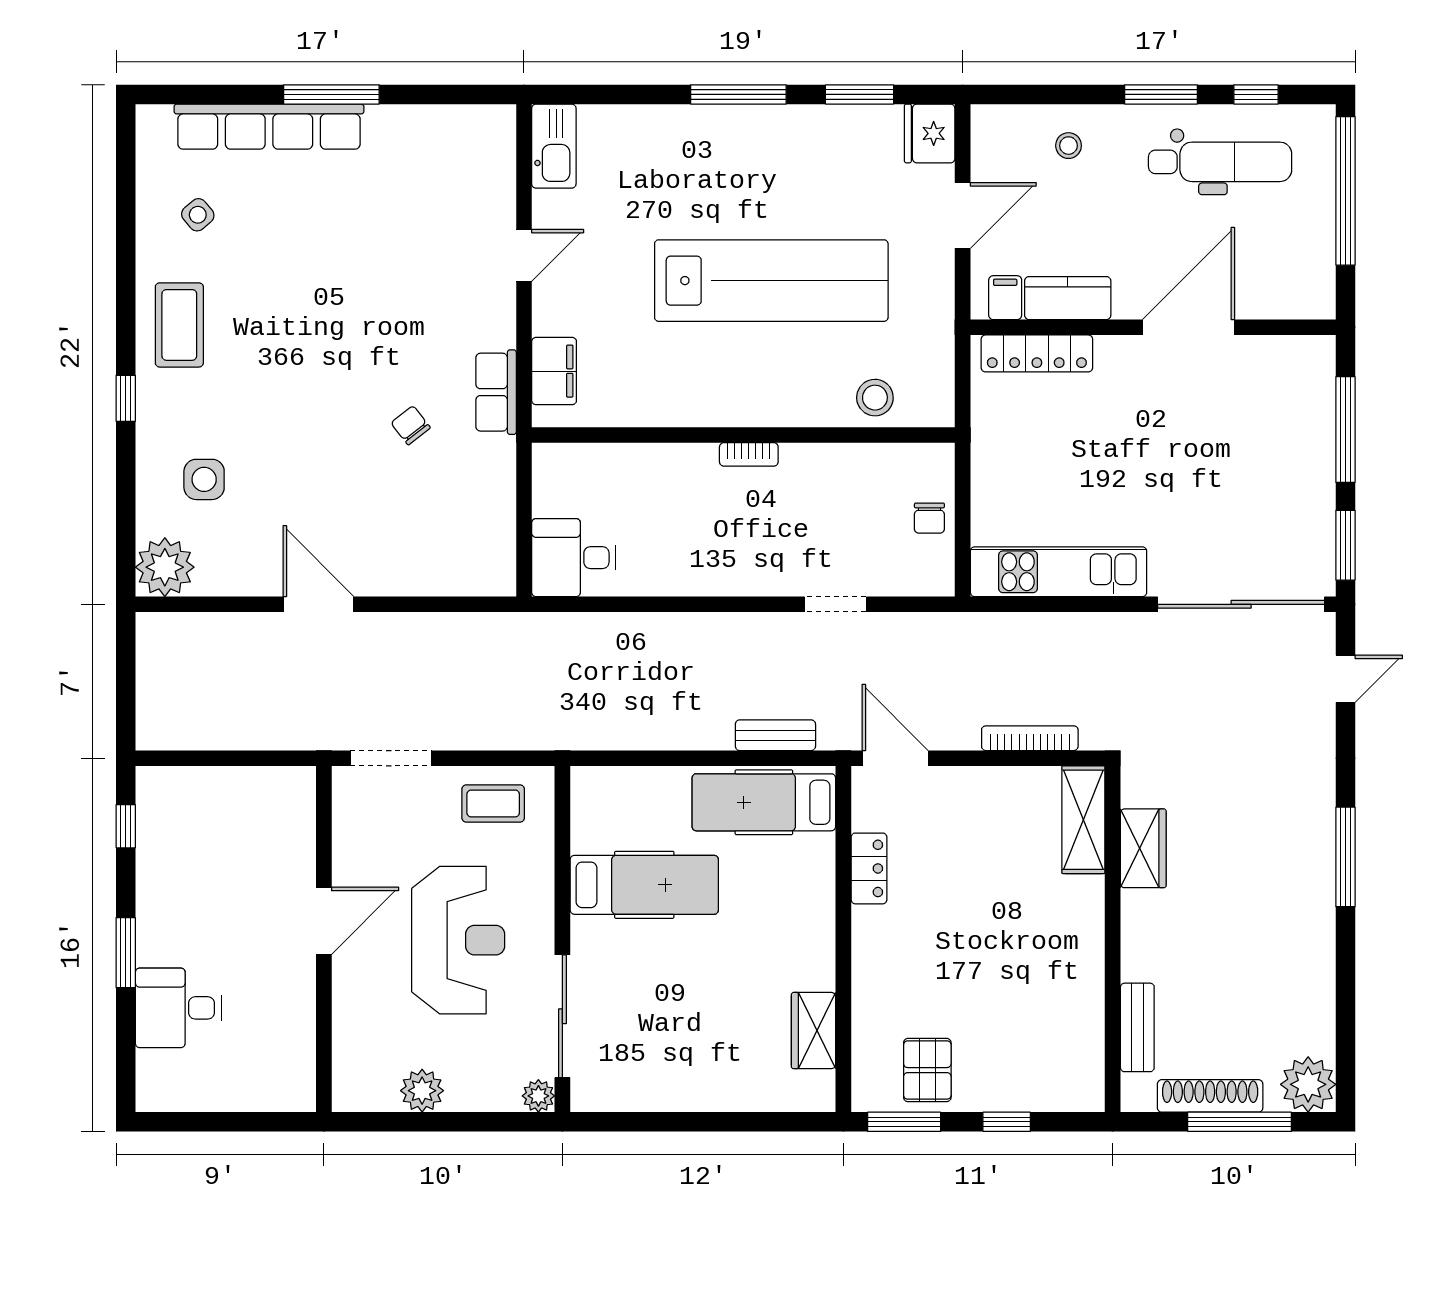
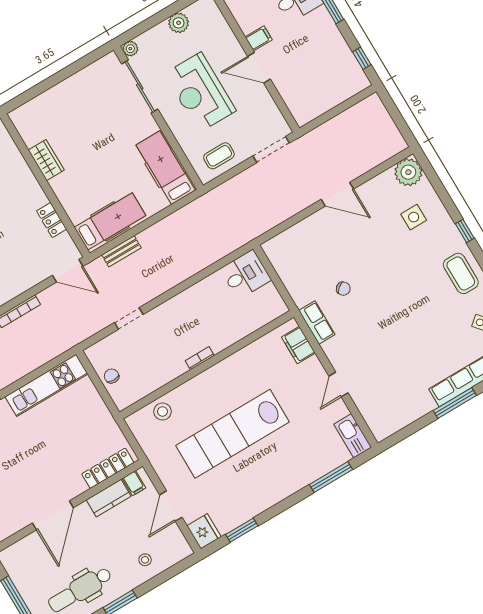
window: (738, 94) -> (331, 477), moved
hospital bed: (644, 885) -> (166, 168), moved, turned 90
door: (324, 921) -> (259, 68), hinge flipped
filing cabinet: (293, 975) -> (259, 38), added
wardrobe: (814, 1031) -> (46, 160), moved

